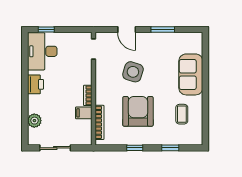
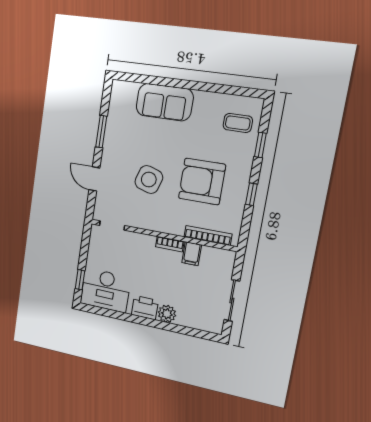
door: (127, 30) -> (94, 179), swing flipped
coffee table: (182, 114) -> (238, 123), moved
plant: (34, 121) -> (167, 314), moved

